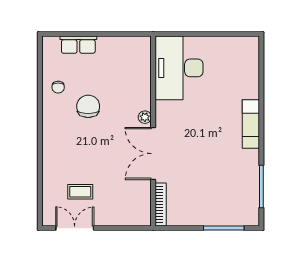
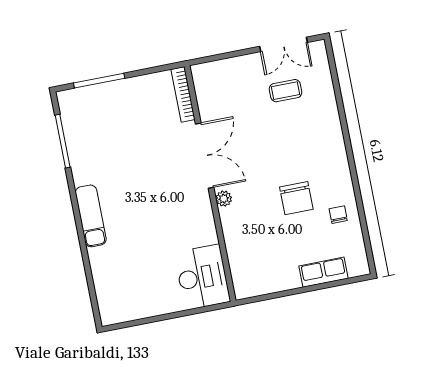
desk: (179, 68) -> (202, 277), width x0.73, depth x0.77

